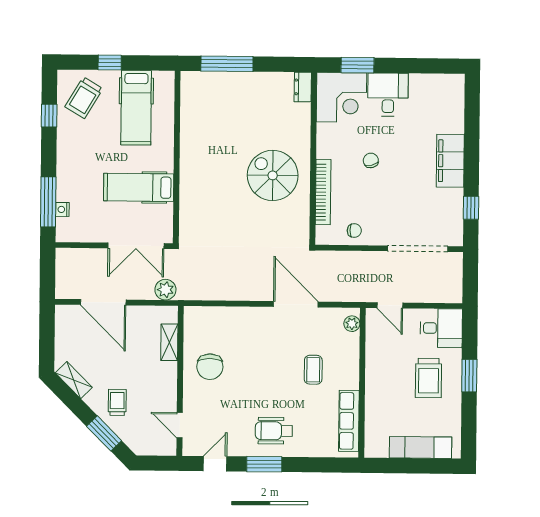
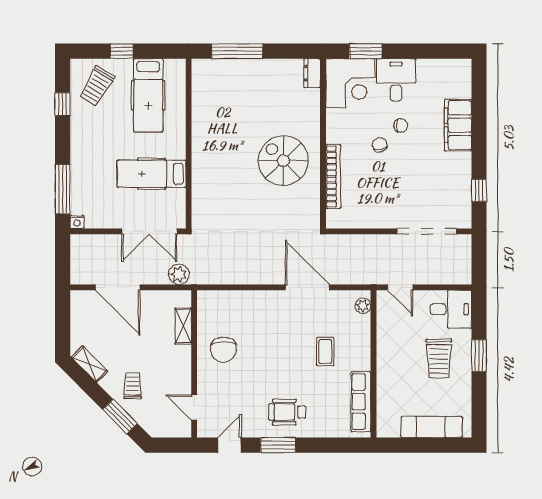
filing cabinet: (450, 161) -> (458, 125), moved
nightstand: (62, 209) -> (77, 222), moved, turned -90
chair: (354, 230) -> (401, 126), moved

